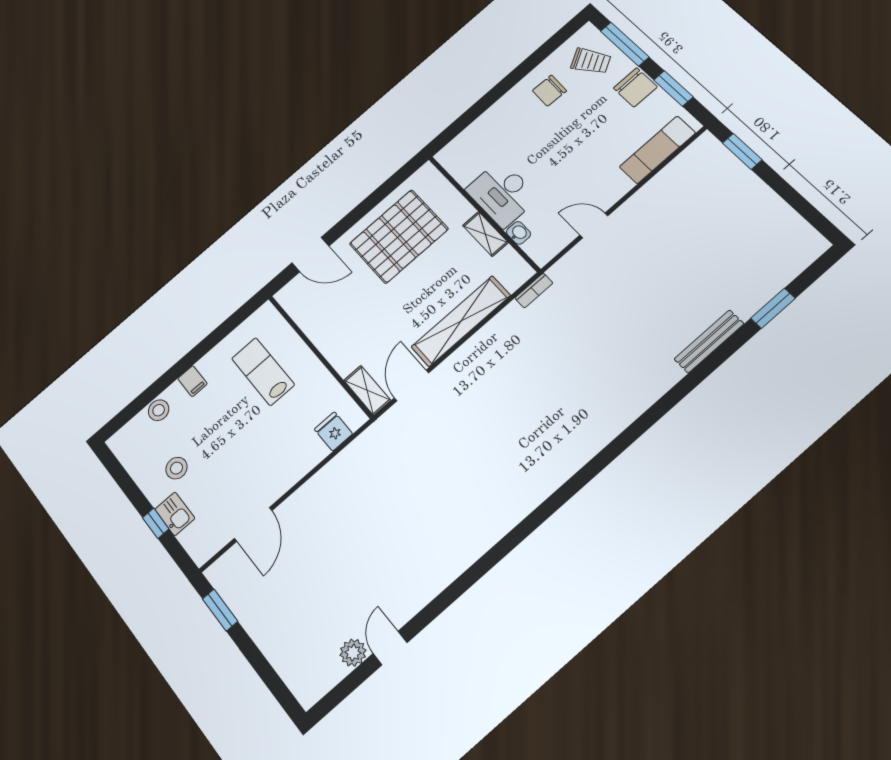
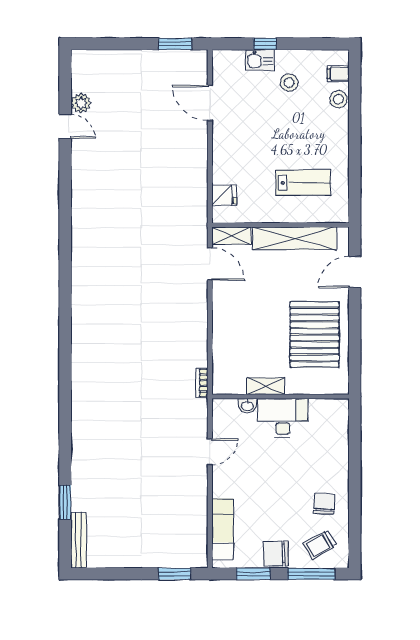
shelving: (461, 321) -> (295, 238), moved, turned 90
bench: (709, 341) -> (79, 540), moved
filing cabinet: (192, 381) -> (338, 74), moved

